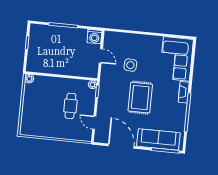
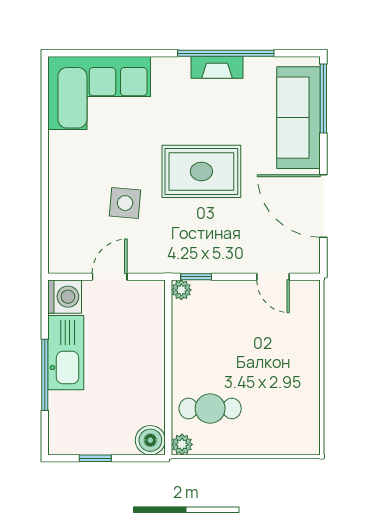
kitchen sink: (71, 35) -> (66, 353), added
boiler: (32, 66) -> (150, 440), added
fireplace: (184, 92) -> (217, 67), moved
cafe table: (70, 106) -> (210, 409), moved
door: (94, 123) -> (273, 277), hinge flipped
door: (121, 146) -> (323, 206), hinge flipped

